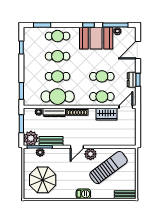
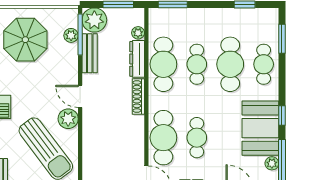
cafe table: (58, 56) -> (230, 64), width x1.37, depth x1.35
cafe table: (102, 97) -> (163, 138), width x1.37, depth x1.35
wardrobe: (107, 114) -> (134, 145), removed

